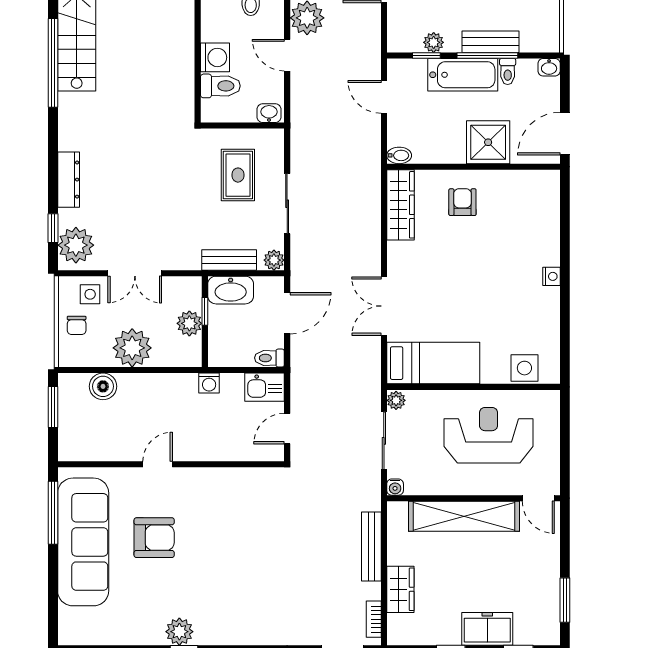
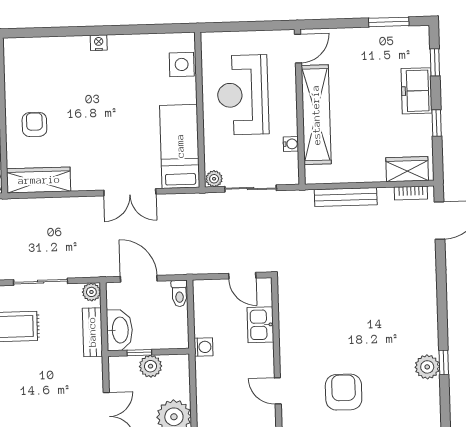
armchair: (462, 202) -> (34, 124), turned 90
kitchen sink: (265, 387) -> (260, 325), moved, turned 180
water cooler: (395, 487) -> (291, 144), moved
wardrobe: (400, 589) -> (407, 169), moved

